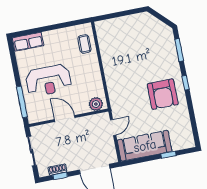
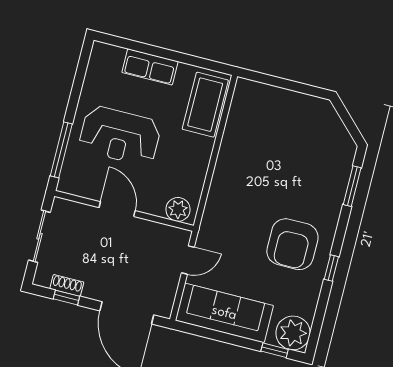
row of seats: (28, 42) -> (150, 67), moved
coffee table: (84, 44) -> (205, 105), width x1.86, depth x1.72
window: (186, 83) -> (331, 268), moved
plant: (184, 139) -> (293, 333), added
window: (168, 155) -> (275, 350), moved

